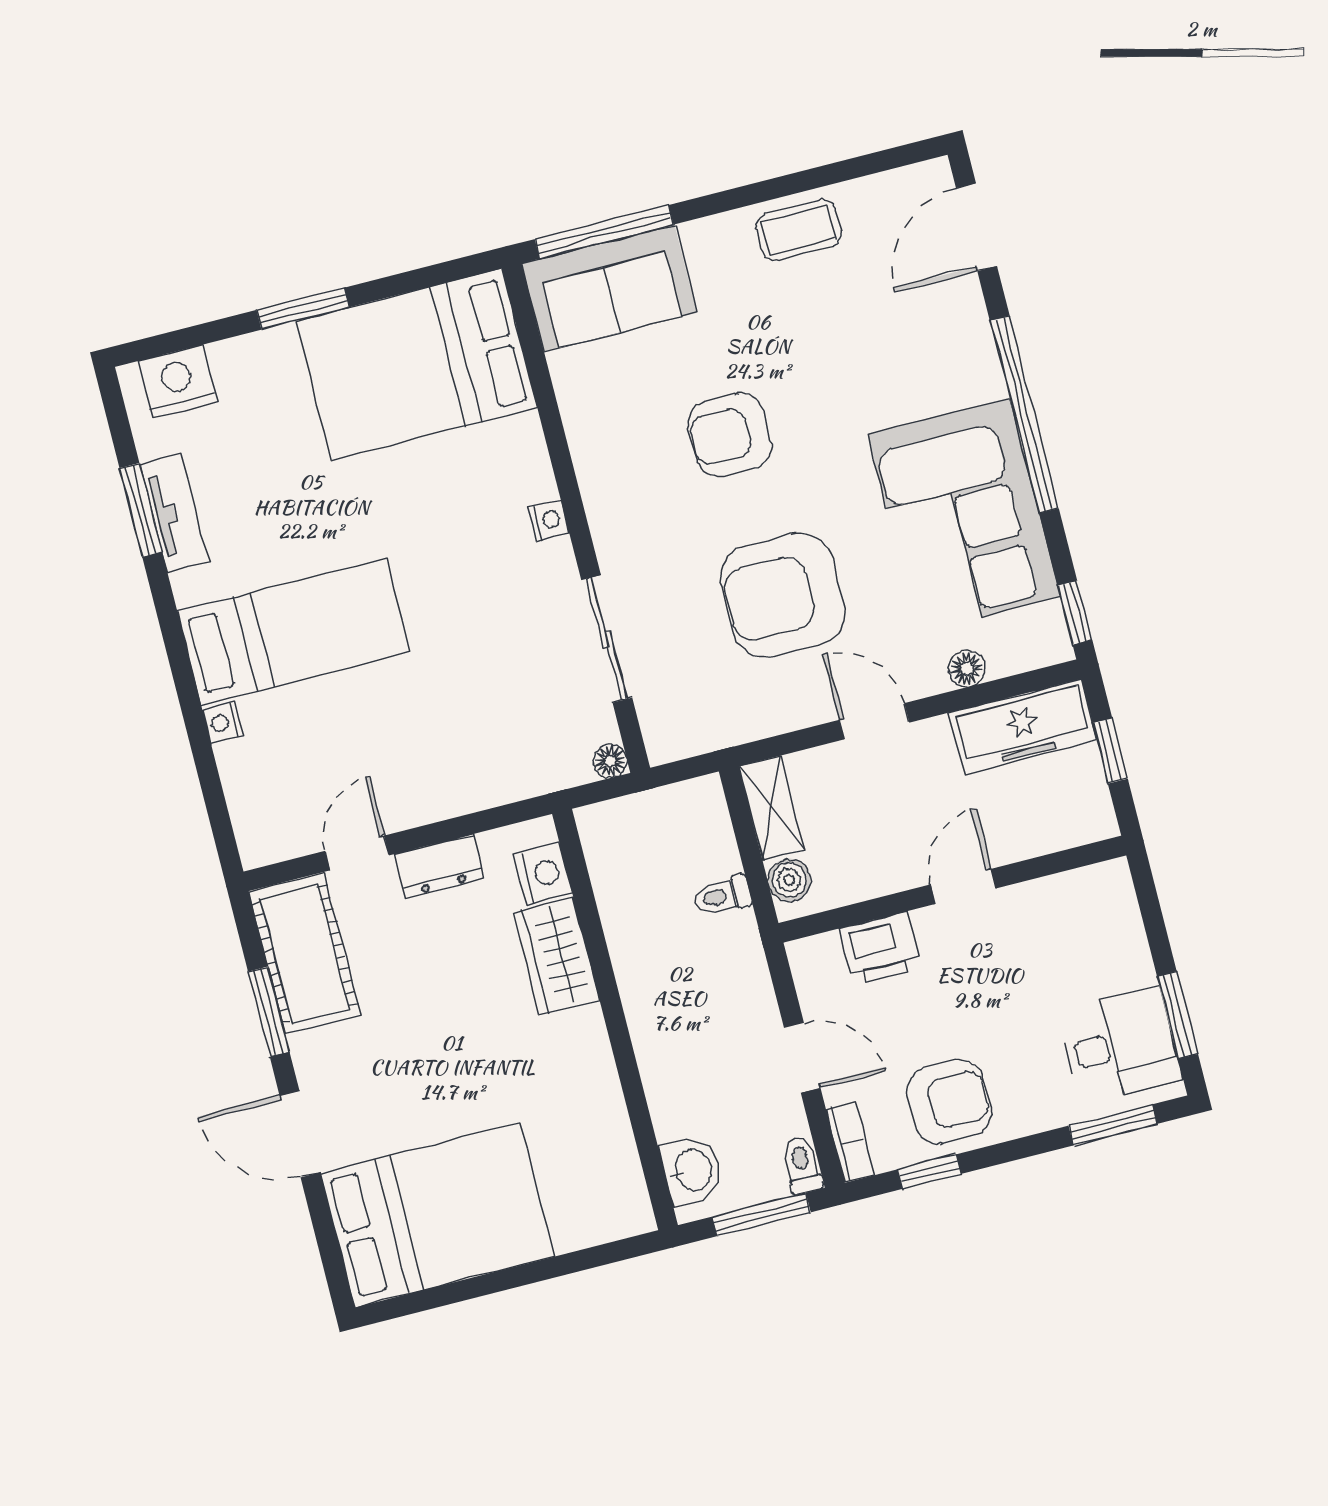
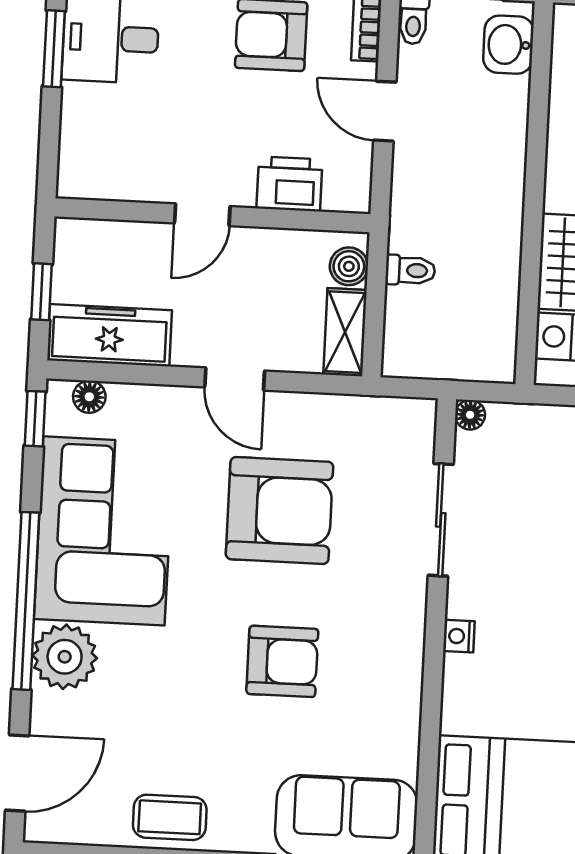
plant: (964, 367) -> (65, 657), added
floor lamp: (967, 669) -> (89, 397), moved

